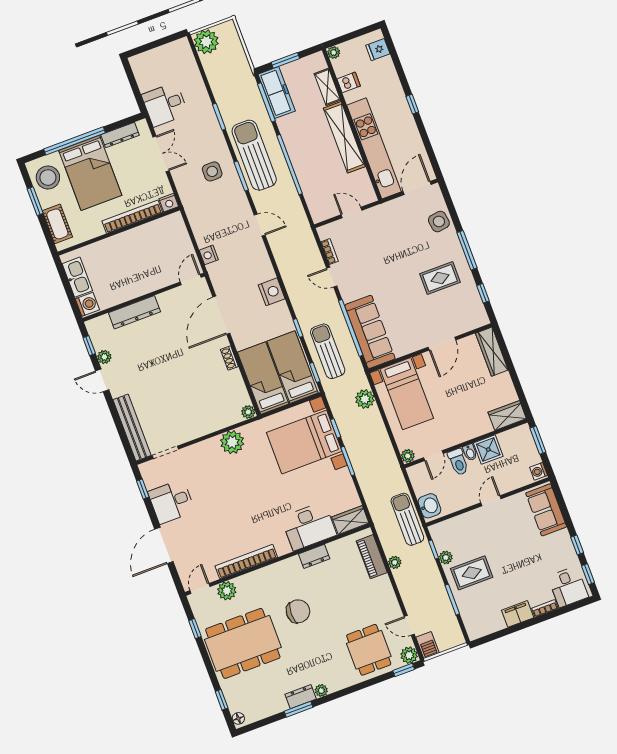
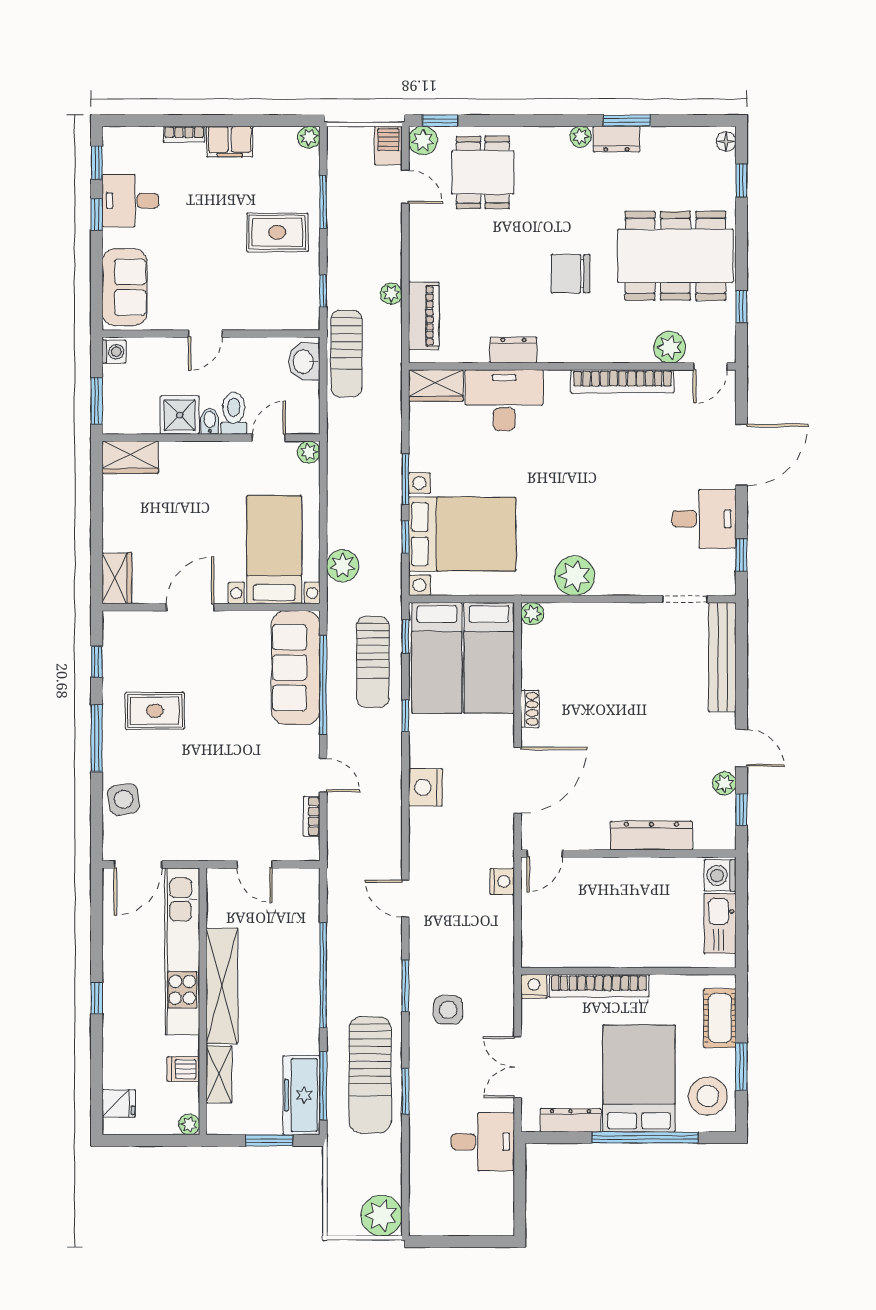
sun lounger: (254, 155) -> (370, 1075), moved
wardrobe: (492, 352) -> (117, 578), width x0.67
plant: (446, 557) -> (309, 137), moved
desk: (568, 587) -> (130, 201), moved, turned -90

